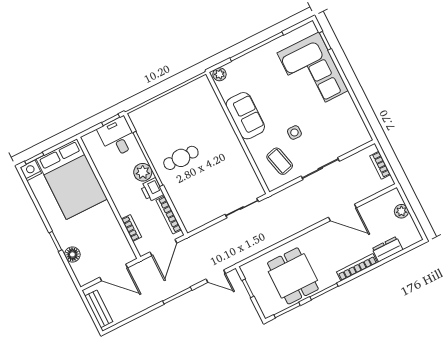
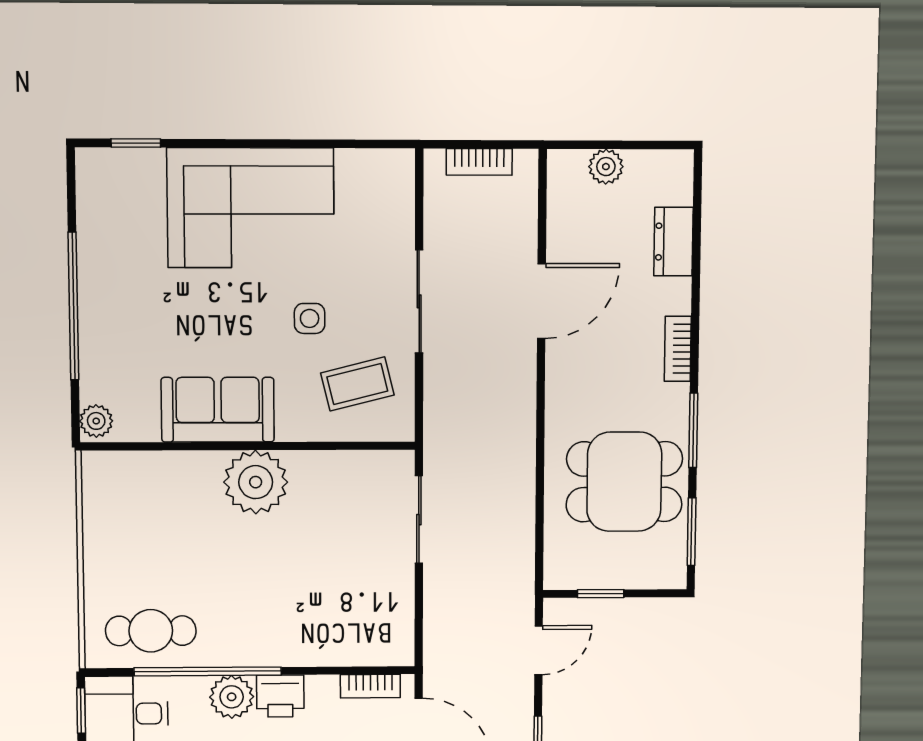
corner sofa: (313, 72) -> (251, 208), moved
plant: (226, 142) -> (256, 482), added
cafe table: (181, 158) -> (151, 631), moved, turned 90
bookcase: (169, 215) -> (370, 686), width x0.64
bookcase: (357, 267) -> (678, 349), width x0.64

